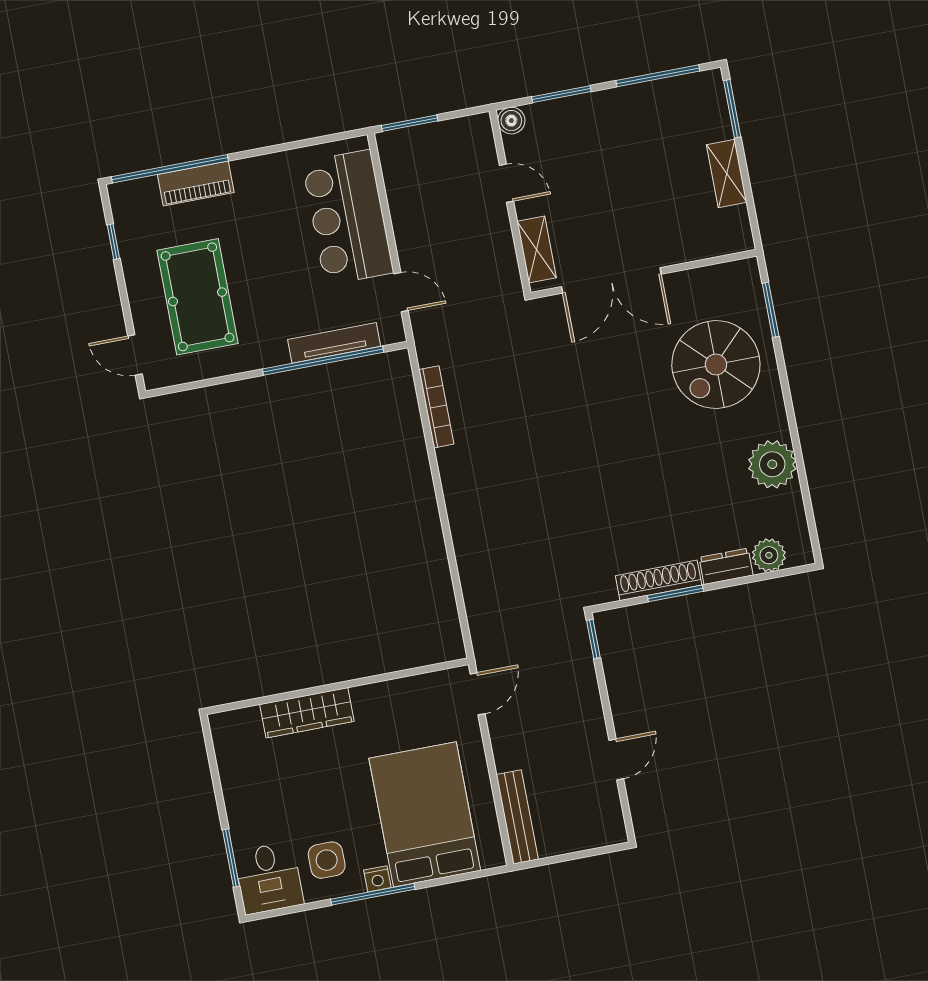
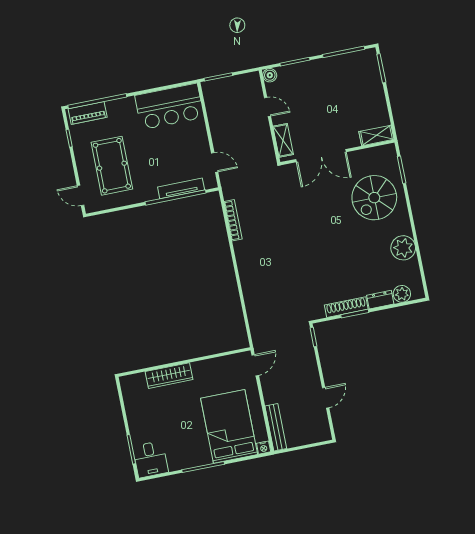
shelving: (727, 174) -> (376, 135), moved, turned 90
piano: (196, 183) -> (88, 113), moved
bar counter: (348, 217) -> (169, 106), moved, turned -90
side table: (327, 860) -> (180, 450), removed
nightstand: (377, 879) -> (264, 448), moved

